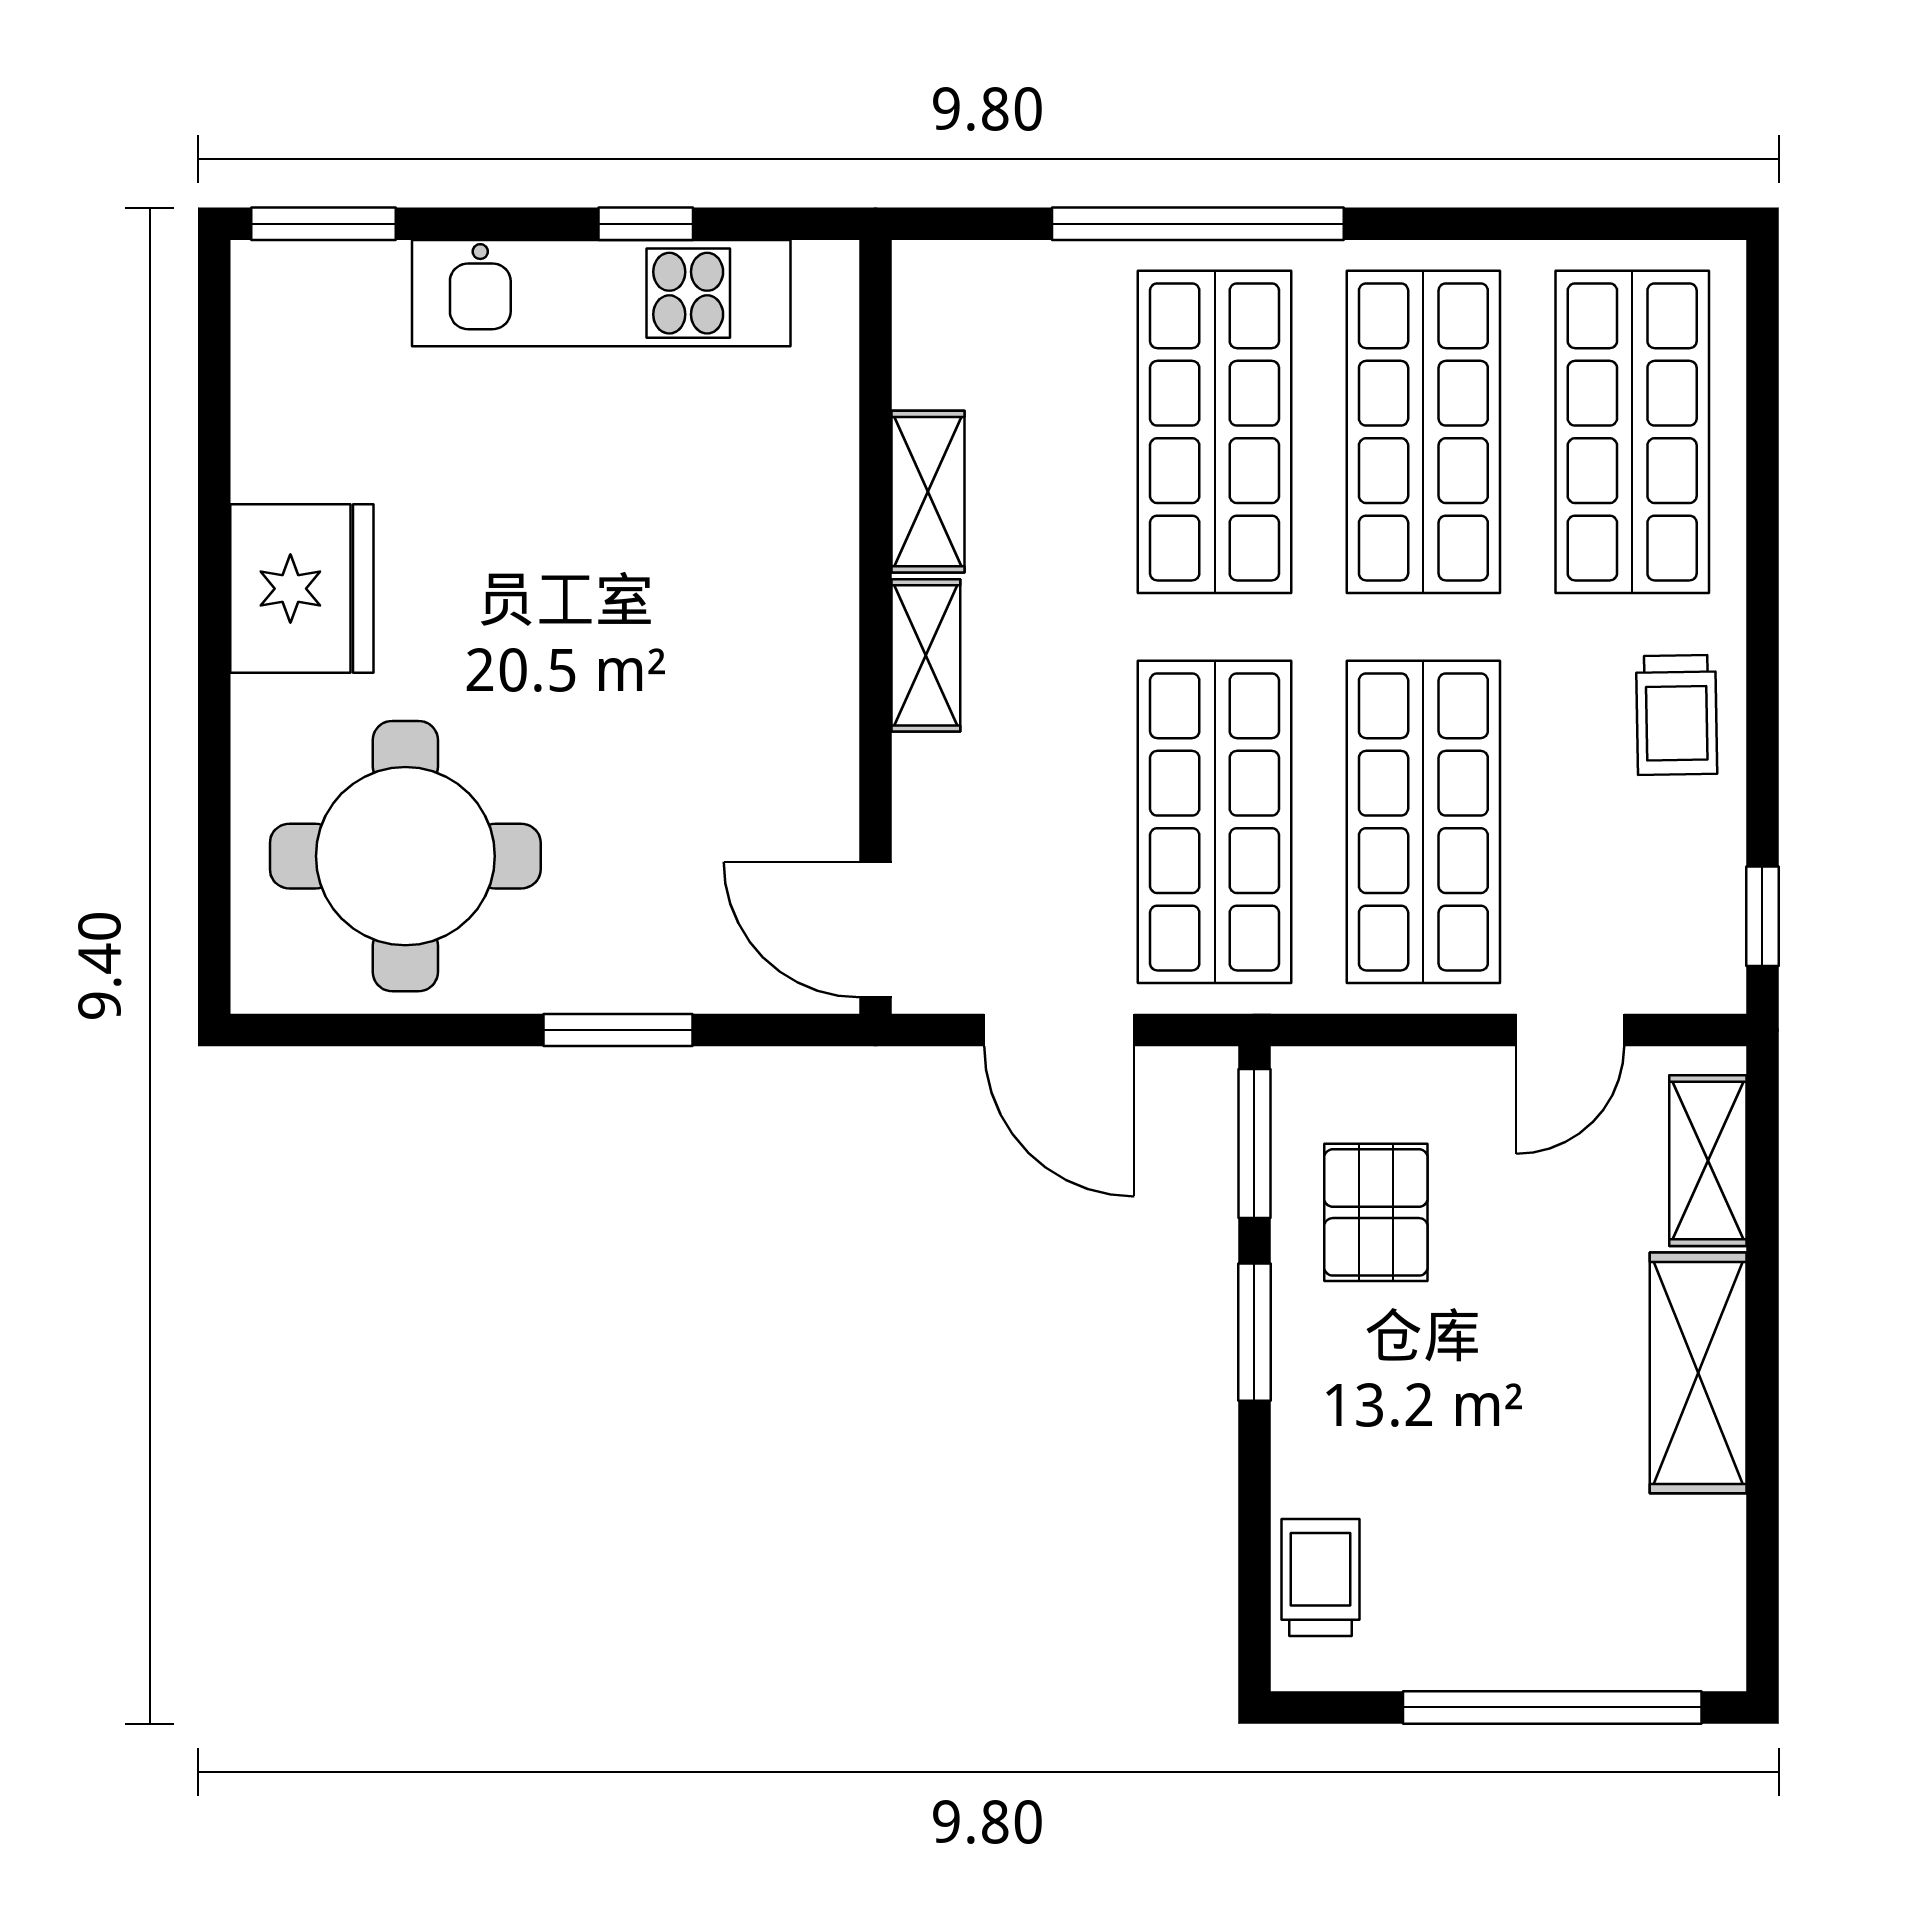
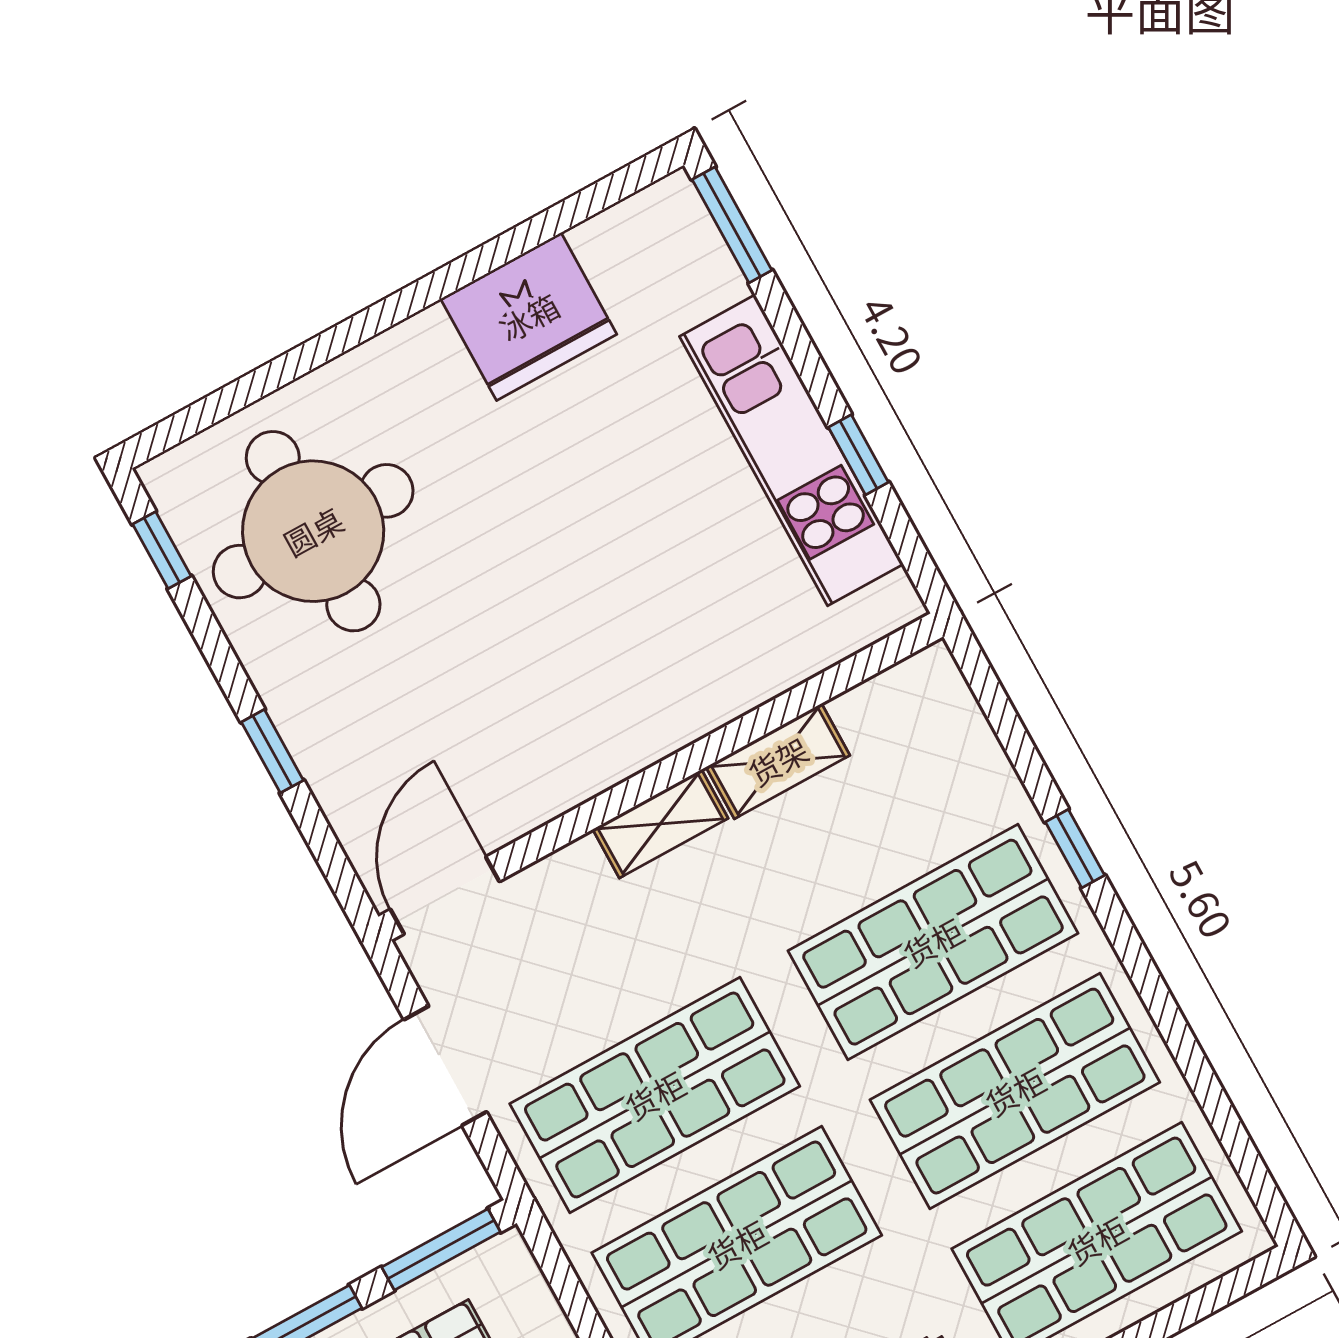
window: (1198, 224) -> (1075, 849), width x0.32
fridge: (302, 589) -> (529, 317), moved
window: (336, 1030) -> (162, 550), added
window: (618, 1030) -> (272, 751), width x0.67

